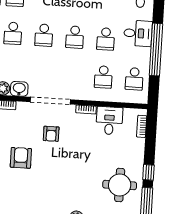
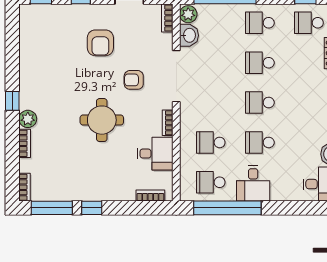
desk: (138, 33) -> (253, 183), moved
window: (156, 50) -> (227, 208), moved
armchair: (21, 158) -> (100, 43), turned 90
round table: (120, 185) -> (102, 120), moved

